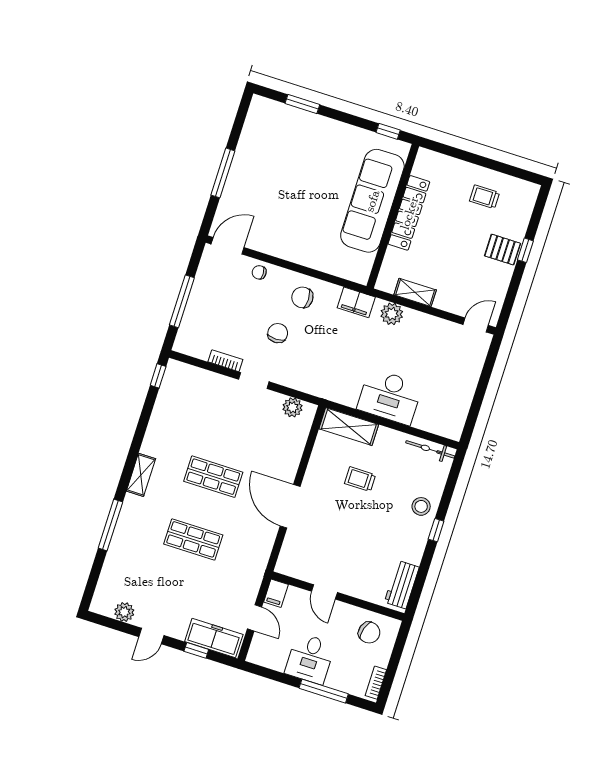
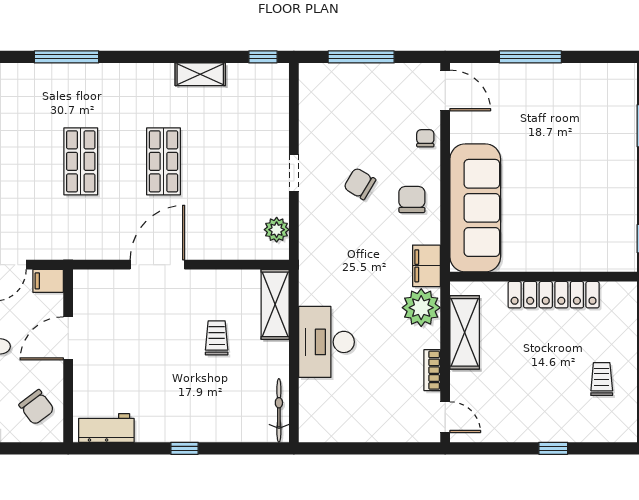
sofa: (372, 201) -> (475, 208), moved, turned 90
pallet: (503, 250) -> (545, 421), removed
shelving: (415, 292) -> (465, 332), width x1.50, depth x1.33
plant: (392, 314) -> (421, 308), width x1.36, depth x1.36
chair: (278, 333) -> (360, 184), turned -149
bookcase: (225, 361) -> (432, 370), moved, turned 180
shelving: (141, 475) -> (200, 74), moved
stool: (421, 506) -> (207, 421), removed
door: (324, 592) -> (68, 338), width x1.38
chair: (369, 633) -> (37, 407), turned -55

